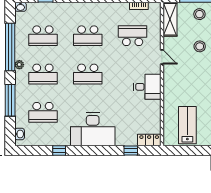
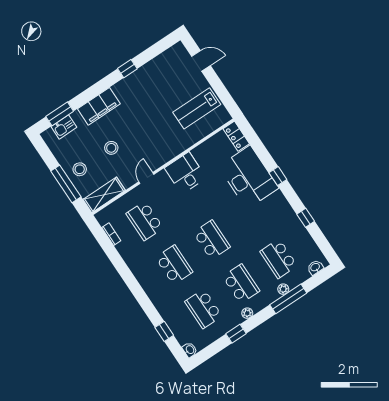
school desk: (43, 36) -> (203, 309), turned 180
window: (10, 47) -> (236, 334), width x0.32
plant: (19, 101) -> (283, 289), added
school desk: (43, 112) -> (279, 259), turned 180
desk: (93, 129) -> (248, 177), moved
window: (131, 151) -> (278, 176), moved

